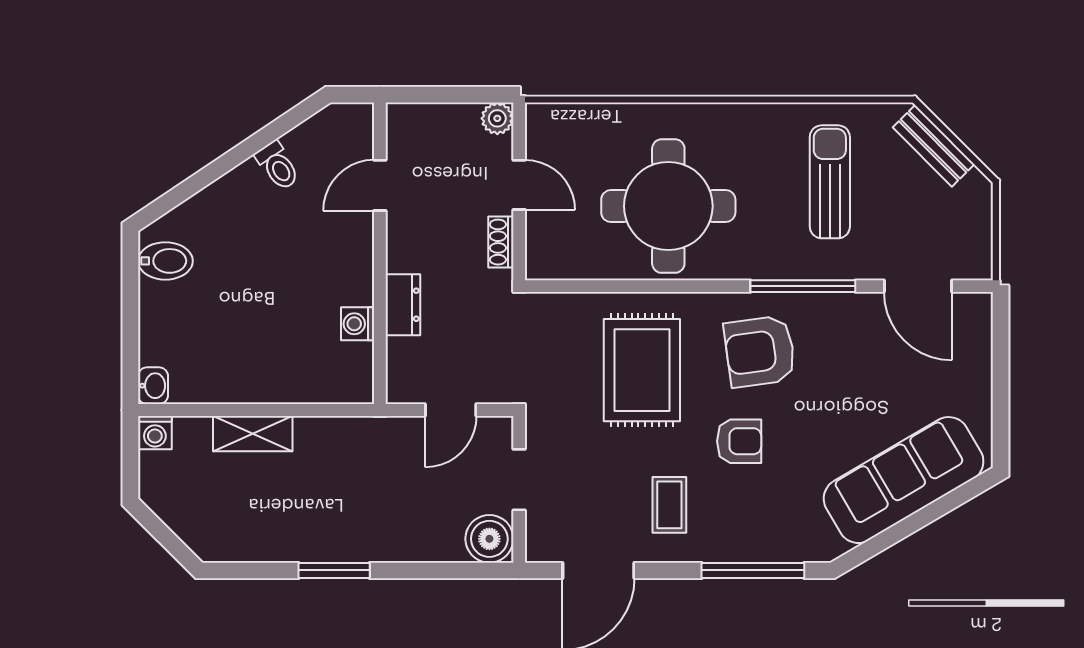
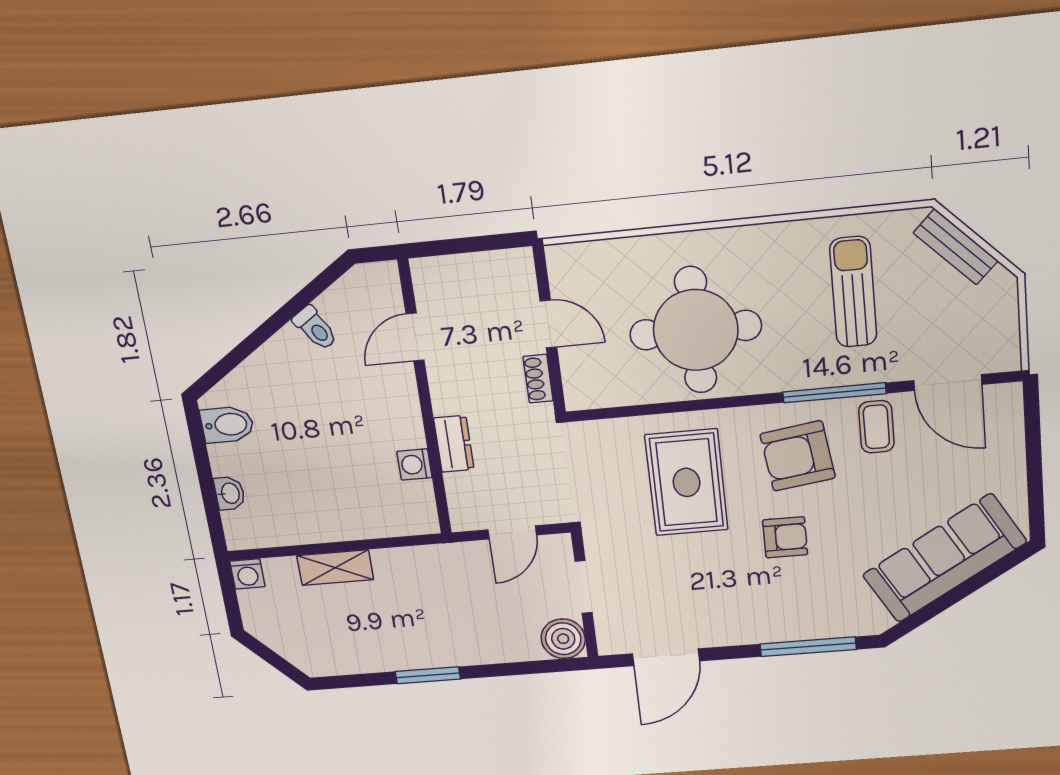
plant: (497, 118) -> (519, 263), removed
washbasin: (153, 386) -> (230, 493), moved
coffee table: (669, 505) -> (876, 427), moved

